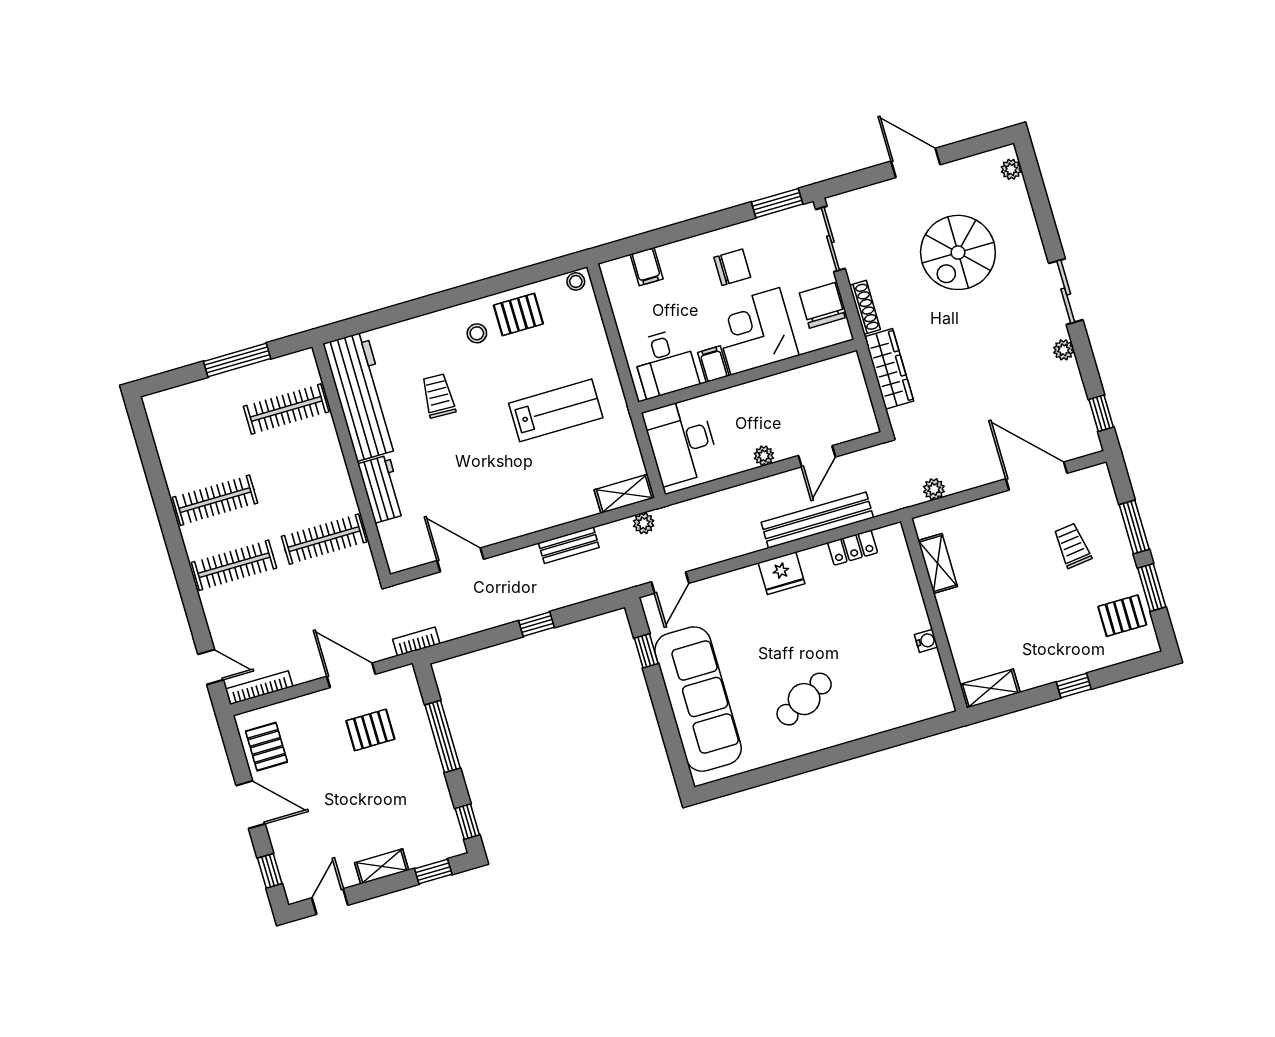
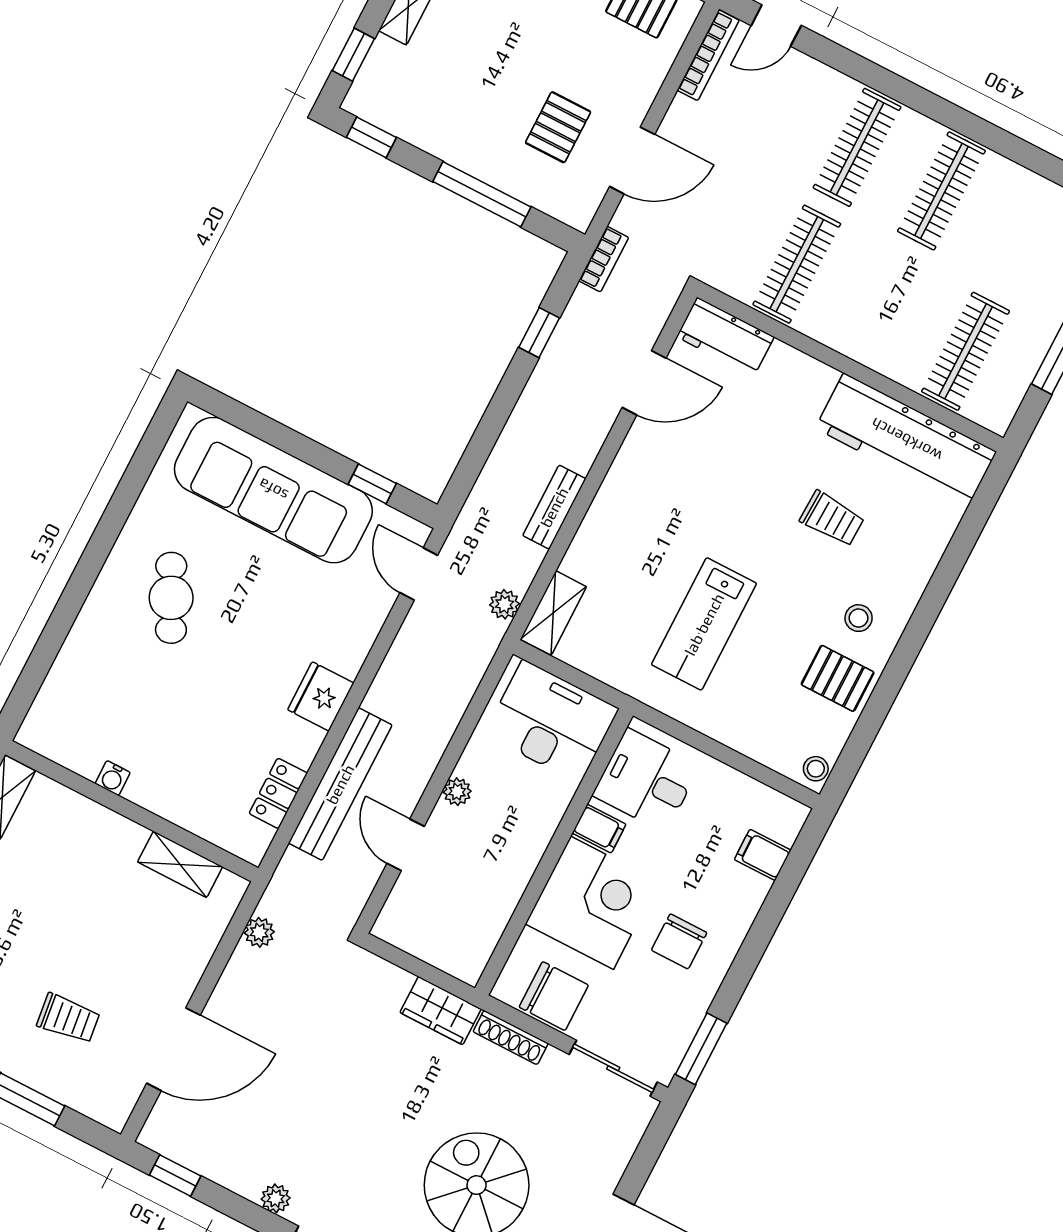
pallet: (518, 314) -> (838, 678), turned 90
wardrobe: (889, 369) -> (441, 1011), width x0.67
workbench: (382, 489) -> (725, 337), moved
window: (536, 624) -> (539, 333), moved

